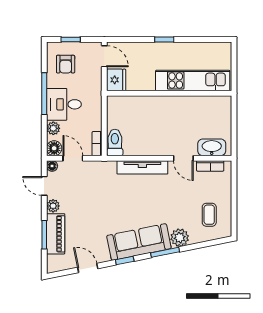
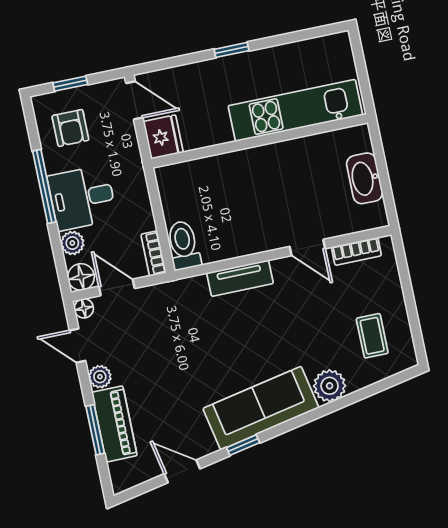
washbasin: (212, 147) -> (365, 178), moved, turned -90
tv unit: (142, 167) -> (240, 278), width x0.71
window: (165, 252) -> (310, 417), removed

